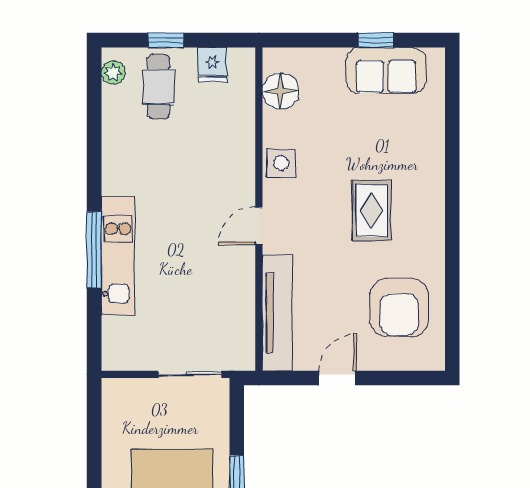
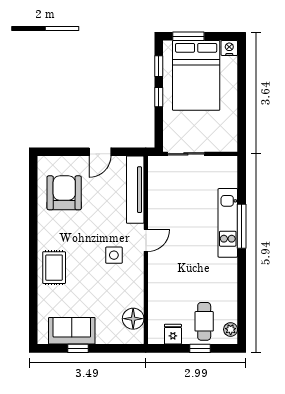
side table: (281, 163) -> (114, 255), moved
rug: (372, 210) -> (54, 268), moved

